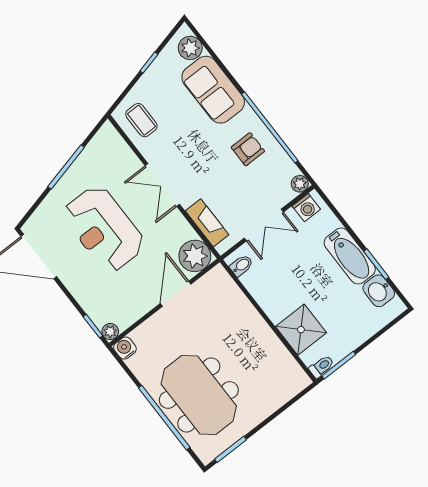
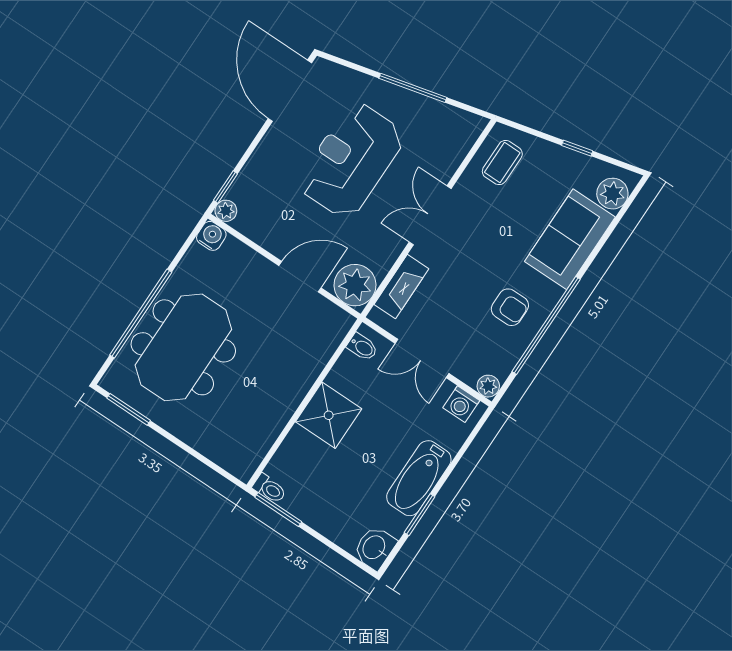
washbasin: (379, 291) -> (375, 548), moved
shower: (301, 330) -> (329, 415), moved

